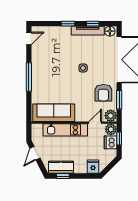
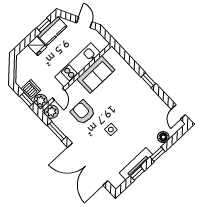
floor lamp: (110, 31) -> (163, 137), moved
window: (29, 77) -> (148, 80), width x0.46
armchair: (103, 93) -> (83, 112), moved
sofa: (54, 113) -> (96, 74), width x0.73
fridge: (93, 167) -> (37, 46), moved

